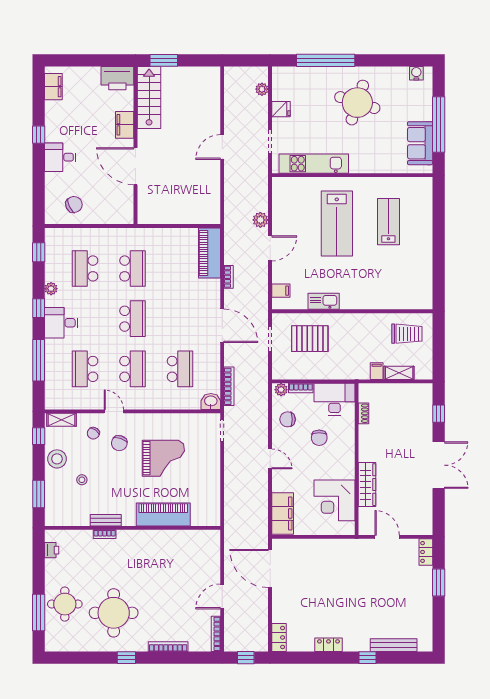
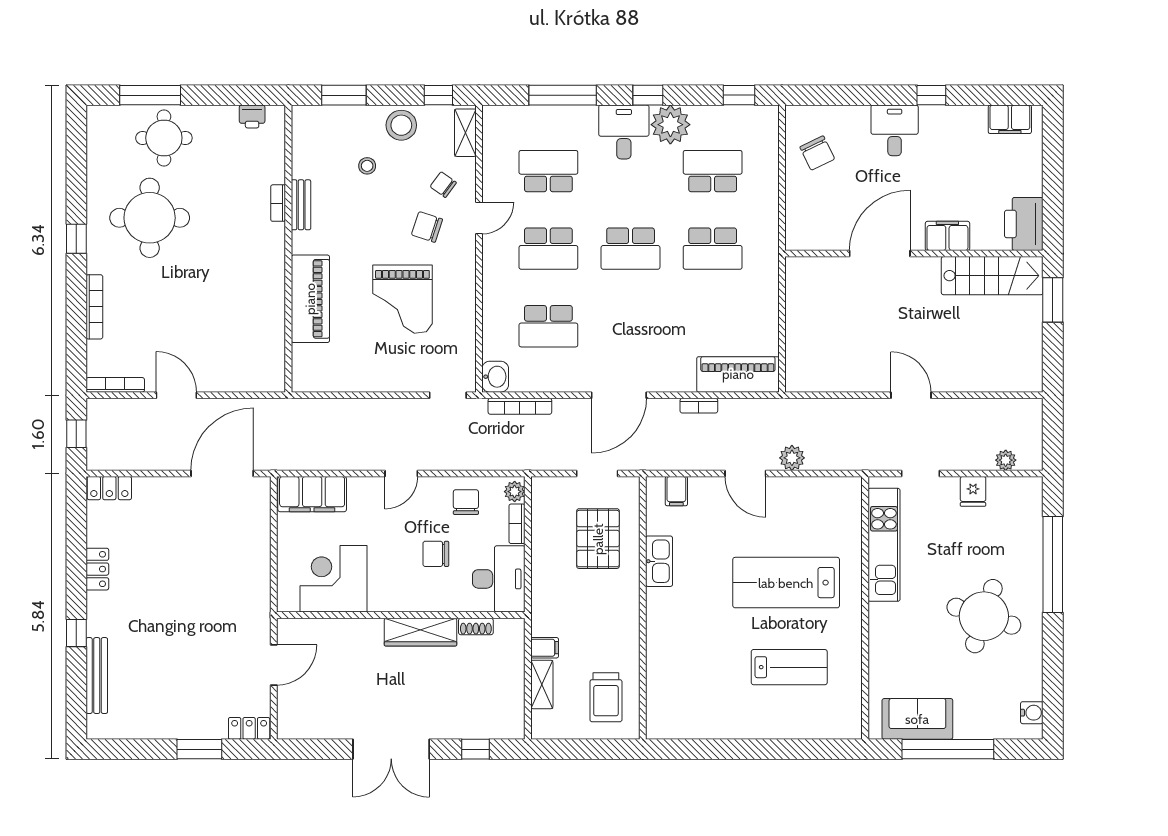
plant: (51, 289) -> (670, 125), width x1.87, depth x1.87
wardrobe: (367, 485) -> (421, 632), moved

